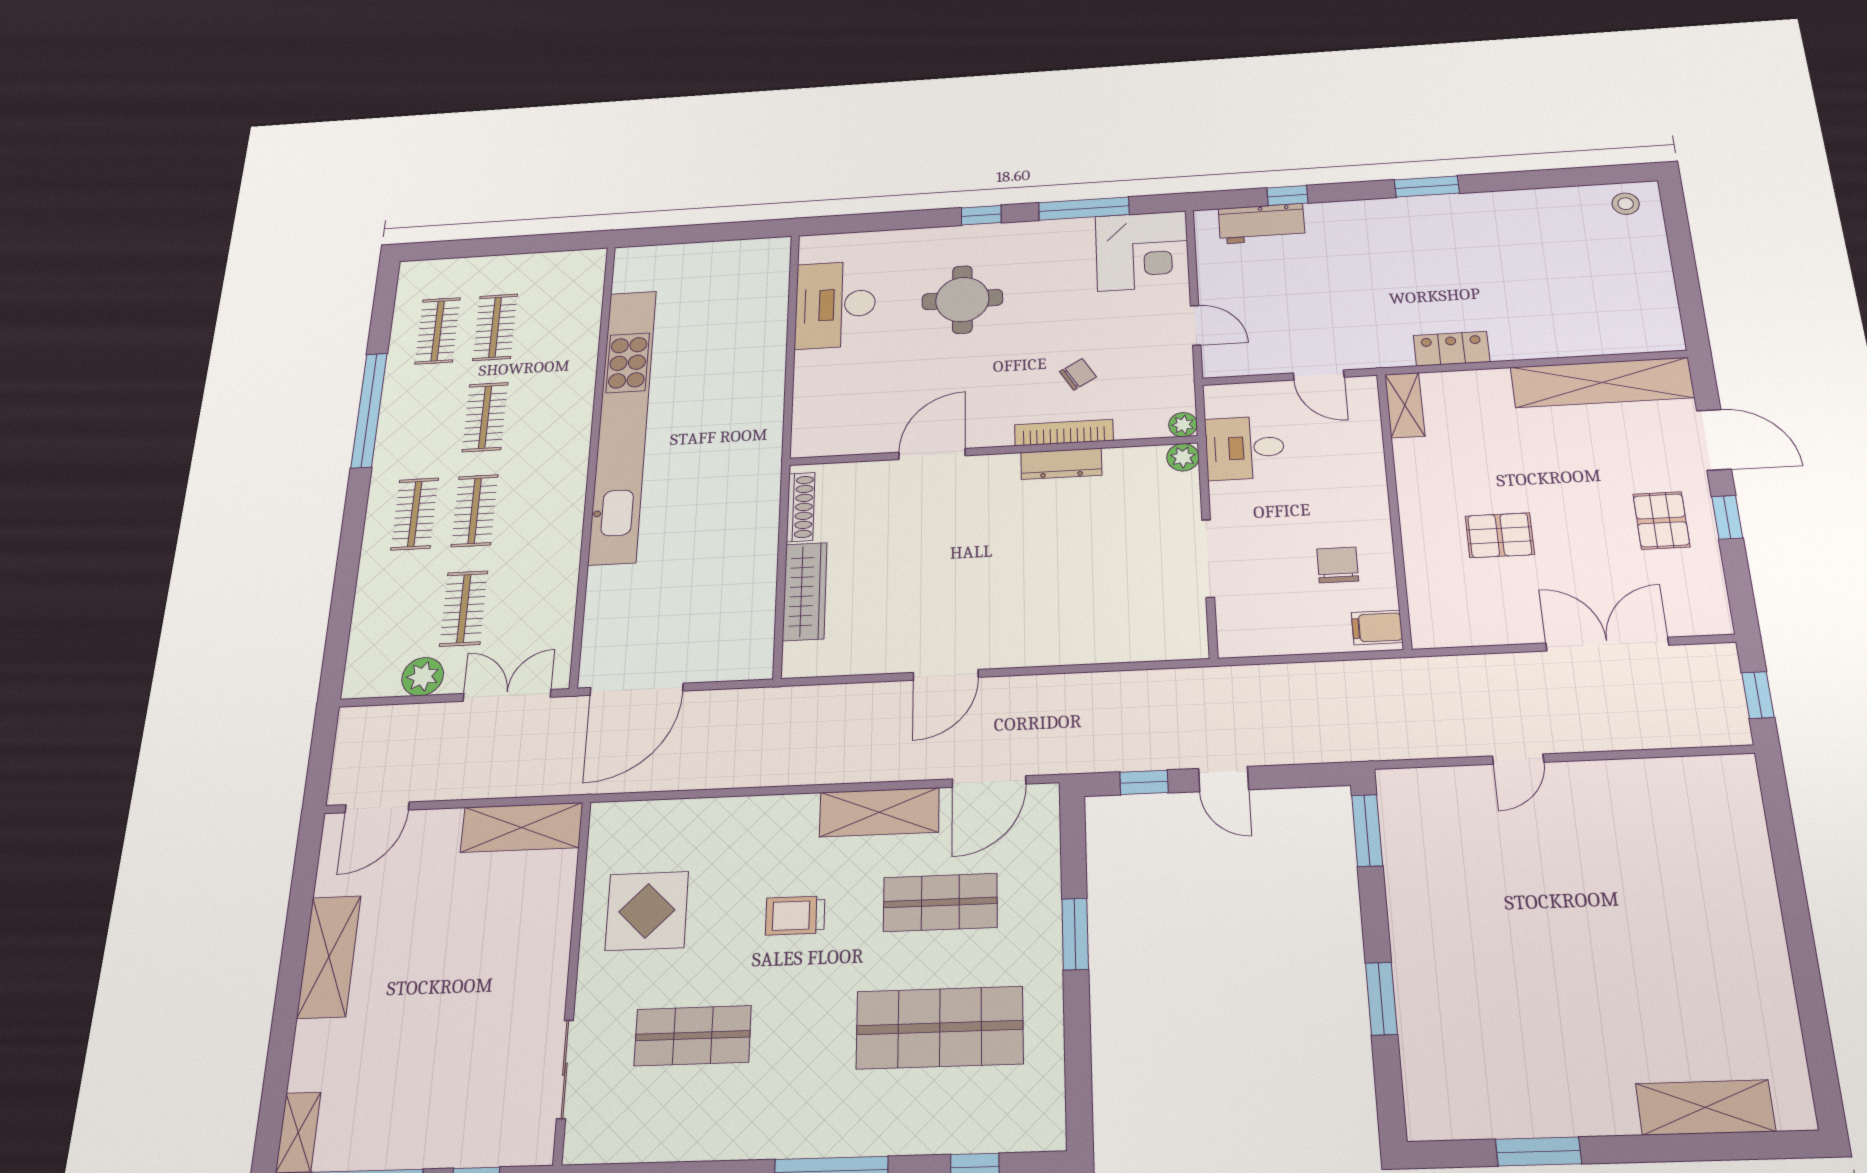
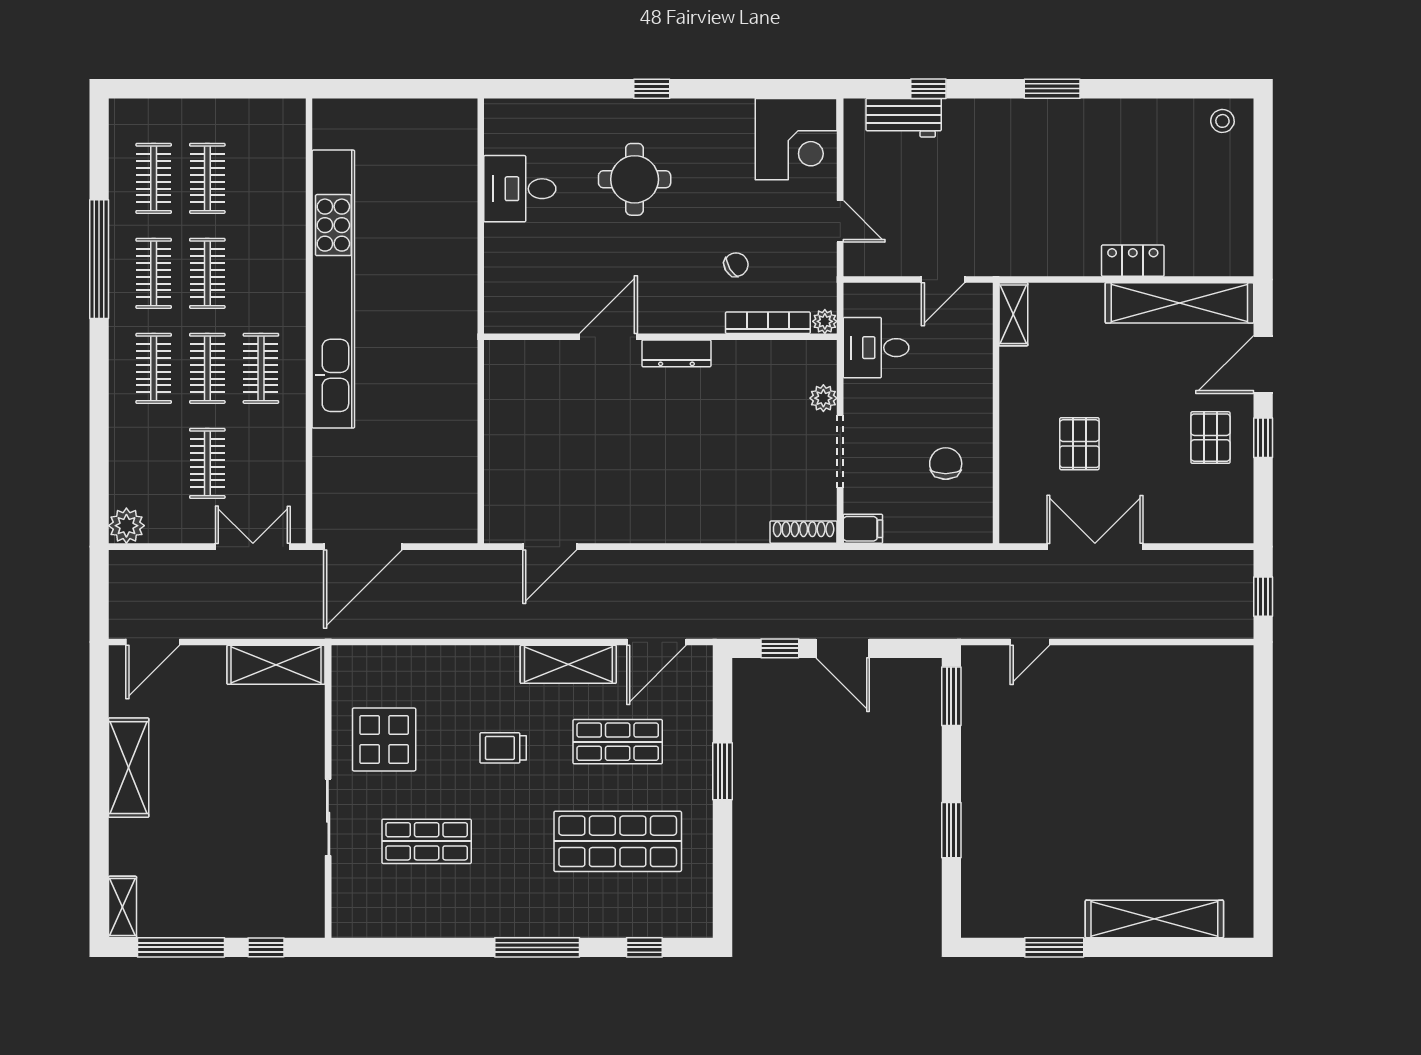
window: (1084, 209) -> (745, 89), removed
desk: (835, 305) -> (520, 189), width x0.73
locker: (1451, 349) -> (1133, 261), moved
door: (1319, 375) -> (943, 280), hinge flipped
clothes rail: (426, 420) -> (154, 273), added
bookcase: (1064, 433) -> (768, 323), moved
door: (1714, 440) -> (1263, 365), swing flipped
plant: (1183, 457) -> (823, 398), moved
dresser: (1061, 464) -> (676, 353), moved
clothes rail: (535, 507) -> (261, 368), added
shoe rack: (801, 507) -> (804, 532), moved, turned -90
pallet: (1500, 535) -> (1079, 444), turned 90
wardrobe: (805, 591) -> (501, 463), removed
filing cabinet: (1377, 628) -> (863, 529), moved, turned 180
double door: (1607, 644) -> (1095, 547), moved
door: (946, 675) -> (550, 547), moved
plant: (423, 677) -> (126, 526), moved
door: (1518, 759) -> (1030, 642), moved
door: (1224, 779) -> (843, 648), width x1.38
sliding door: (565, 1069) -> (328, 817), moved
shelving: (1705, 1107) -> (1154, 919), width x1.47

